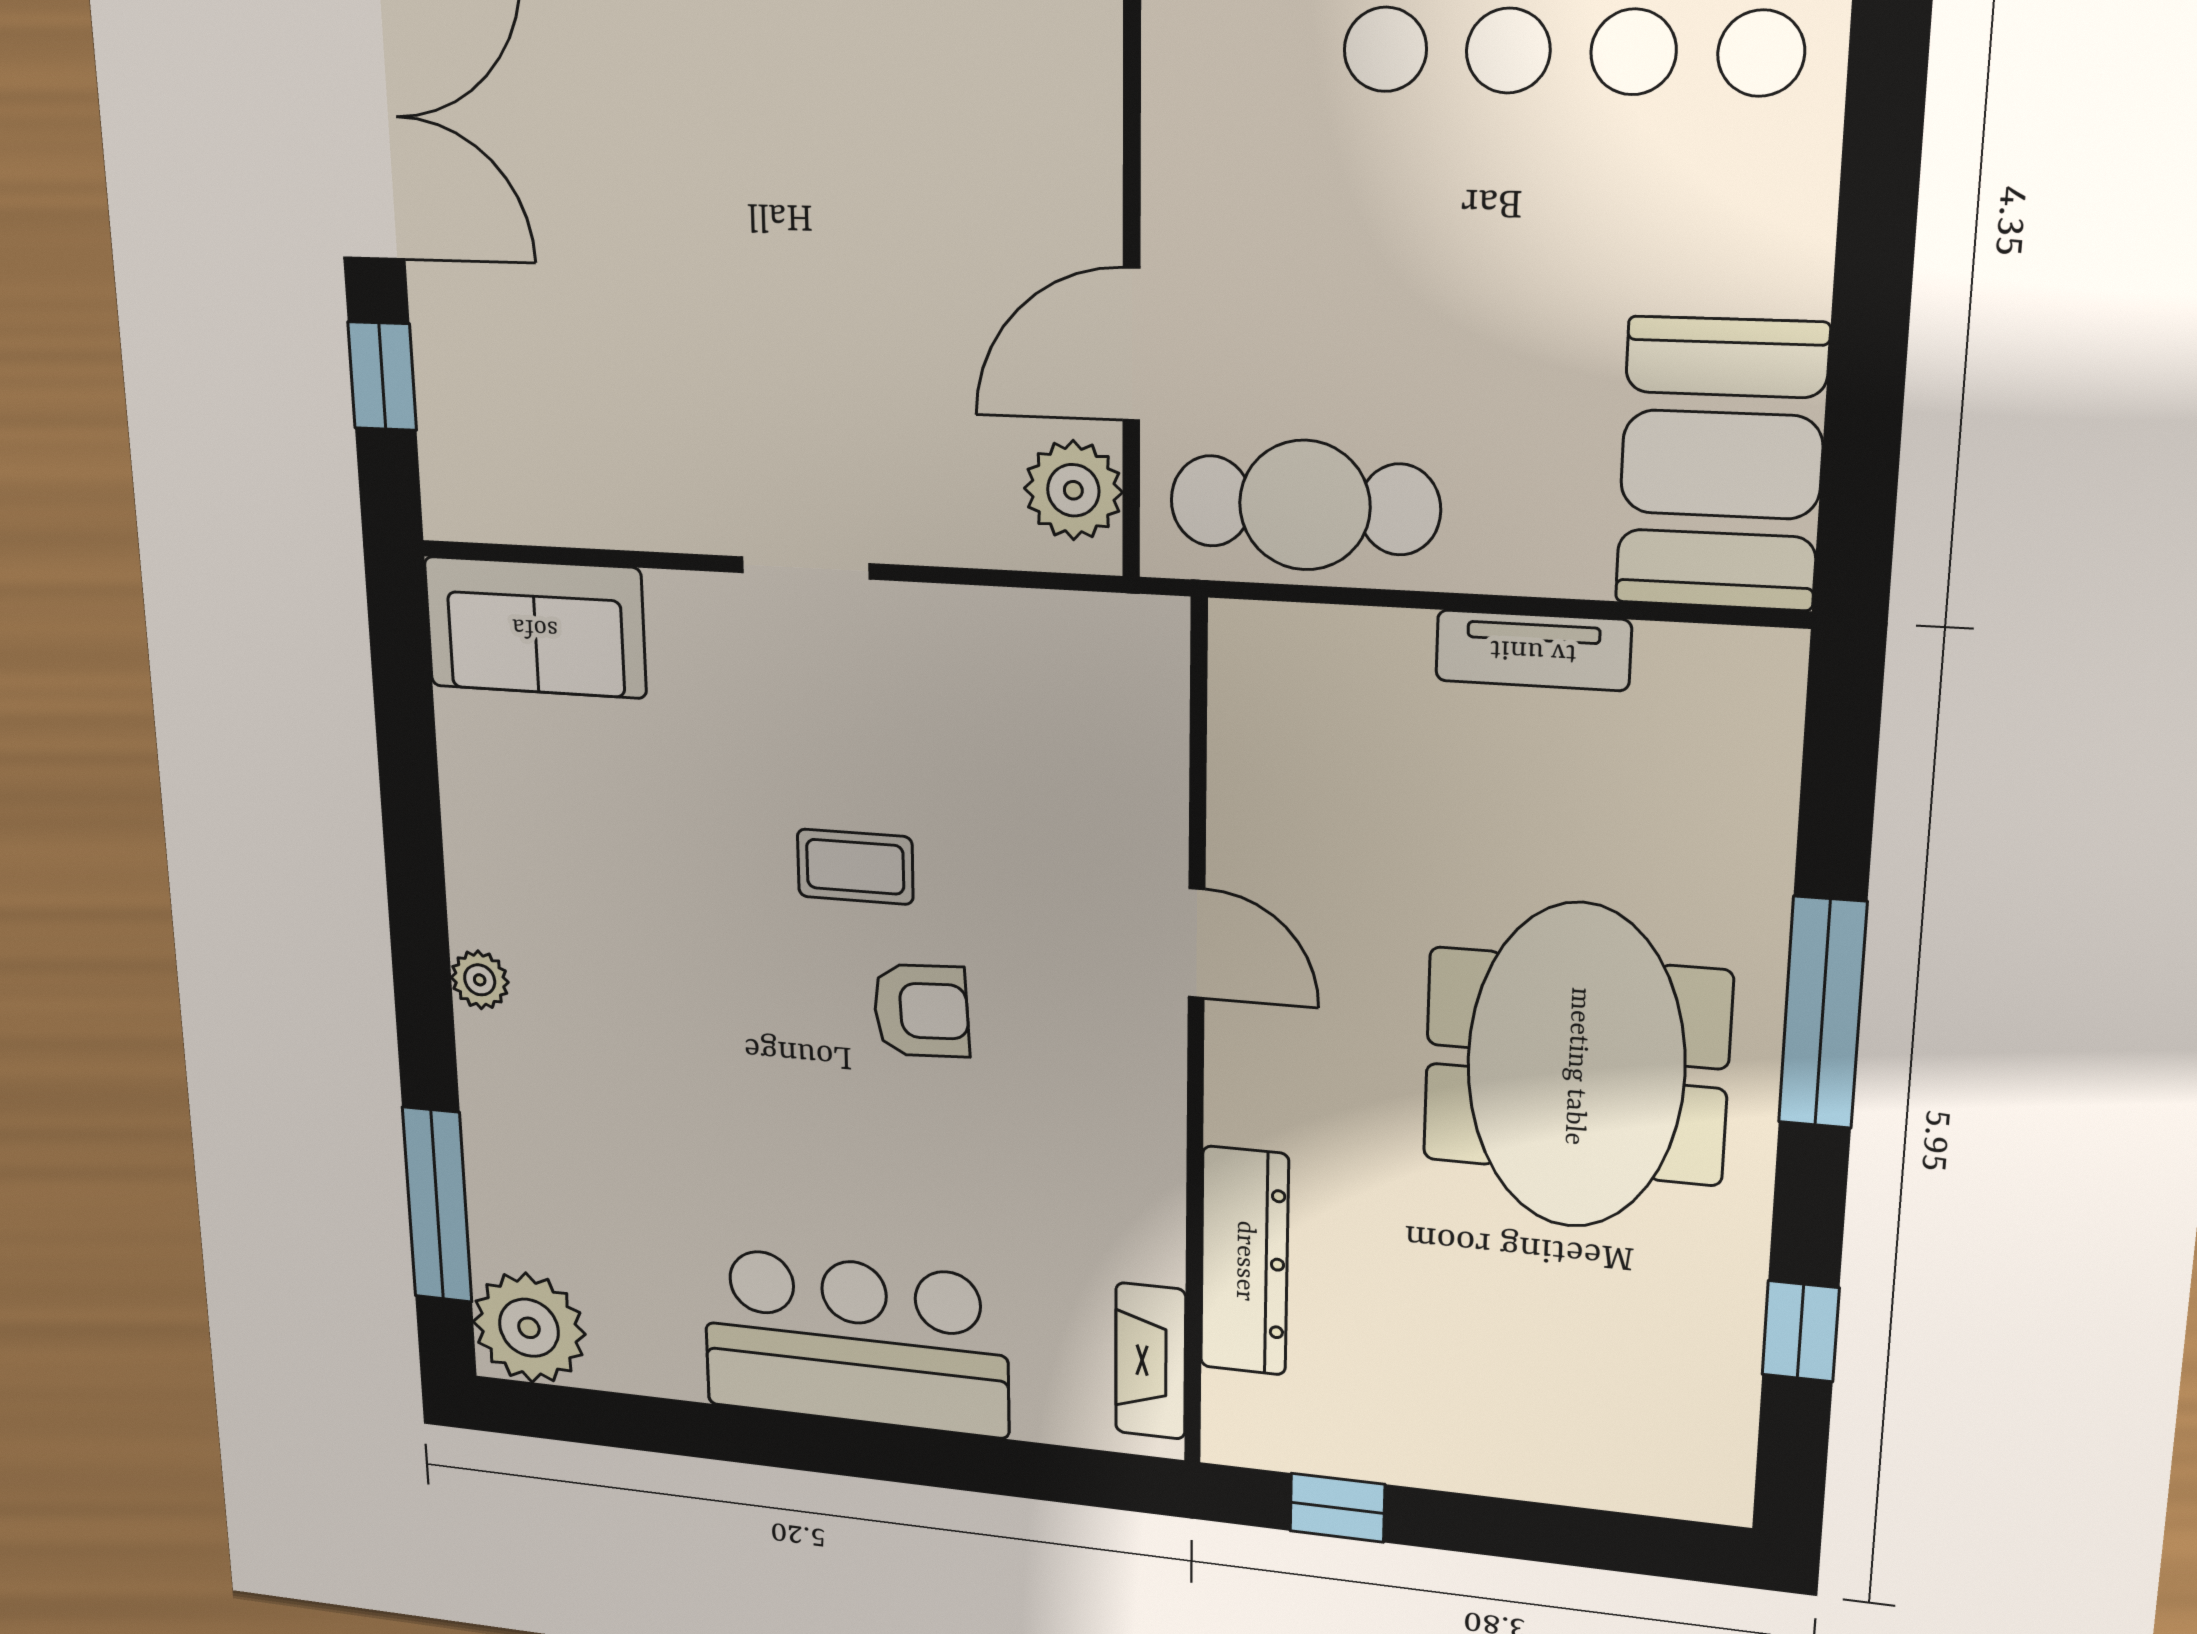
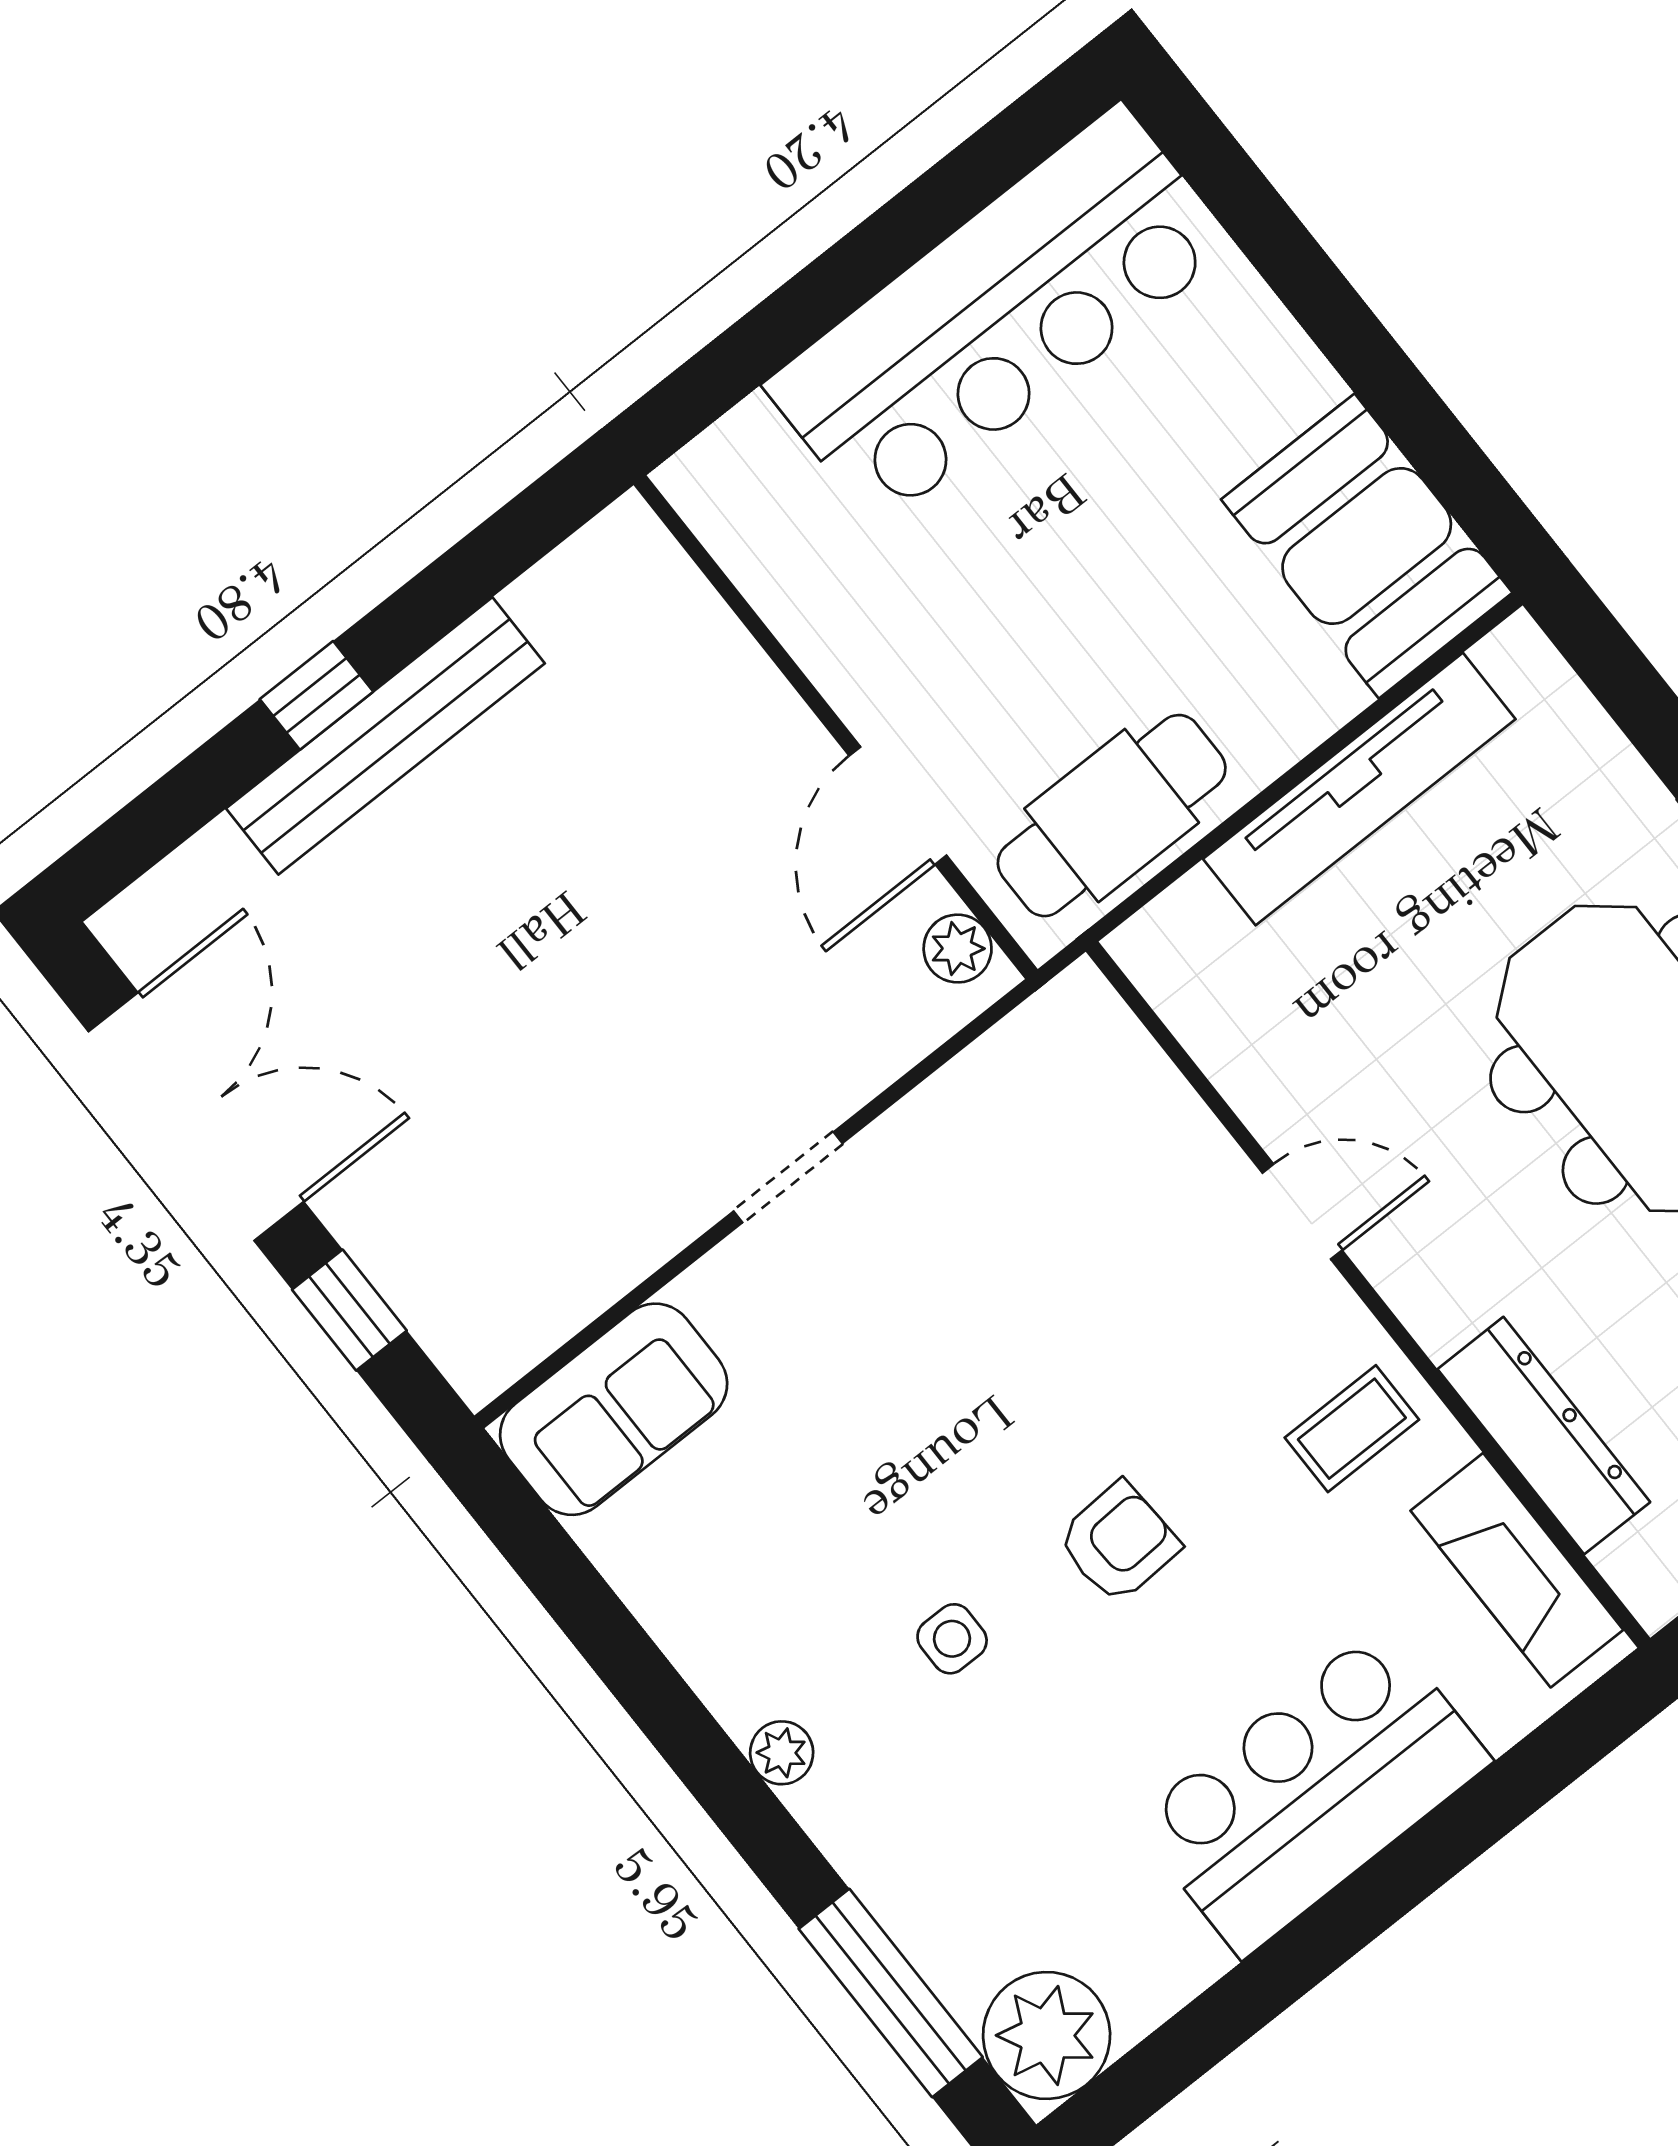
plant: (1073, 490) -> (958, 949), width x0.73, depth x0.73
tv unit: (1533, 650) -> (1359, 789), width x1.92, depth x1.29
coffee table: (855, 867) -> (1352, 1429), moved
armchair: (921, 1011) -> (1119, 1542), moved
side table: (669, 1012) -> (952, 1639), added
fireplace: (1151, 1361) -> (1517, 1570), width x1.37, depth x1.32

